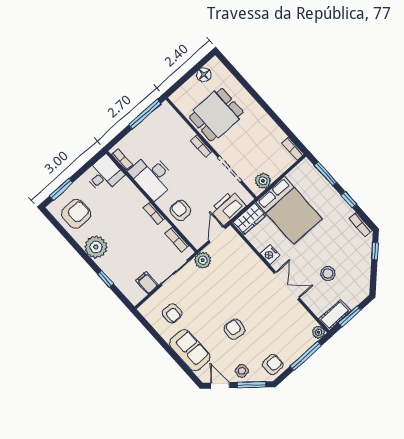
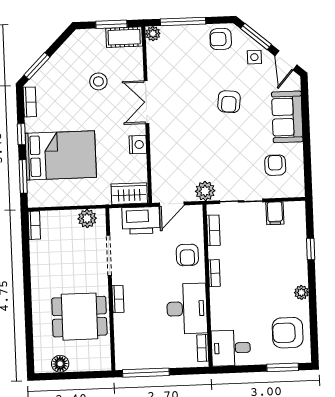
bed: (289, 210) -> (61, 155), moved, turned 90
plant: (96, 247) -> (301, 292), width x0.53, depth x0.53
window: (375, 251) -> (37, 66), width x1.50

